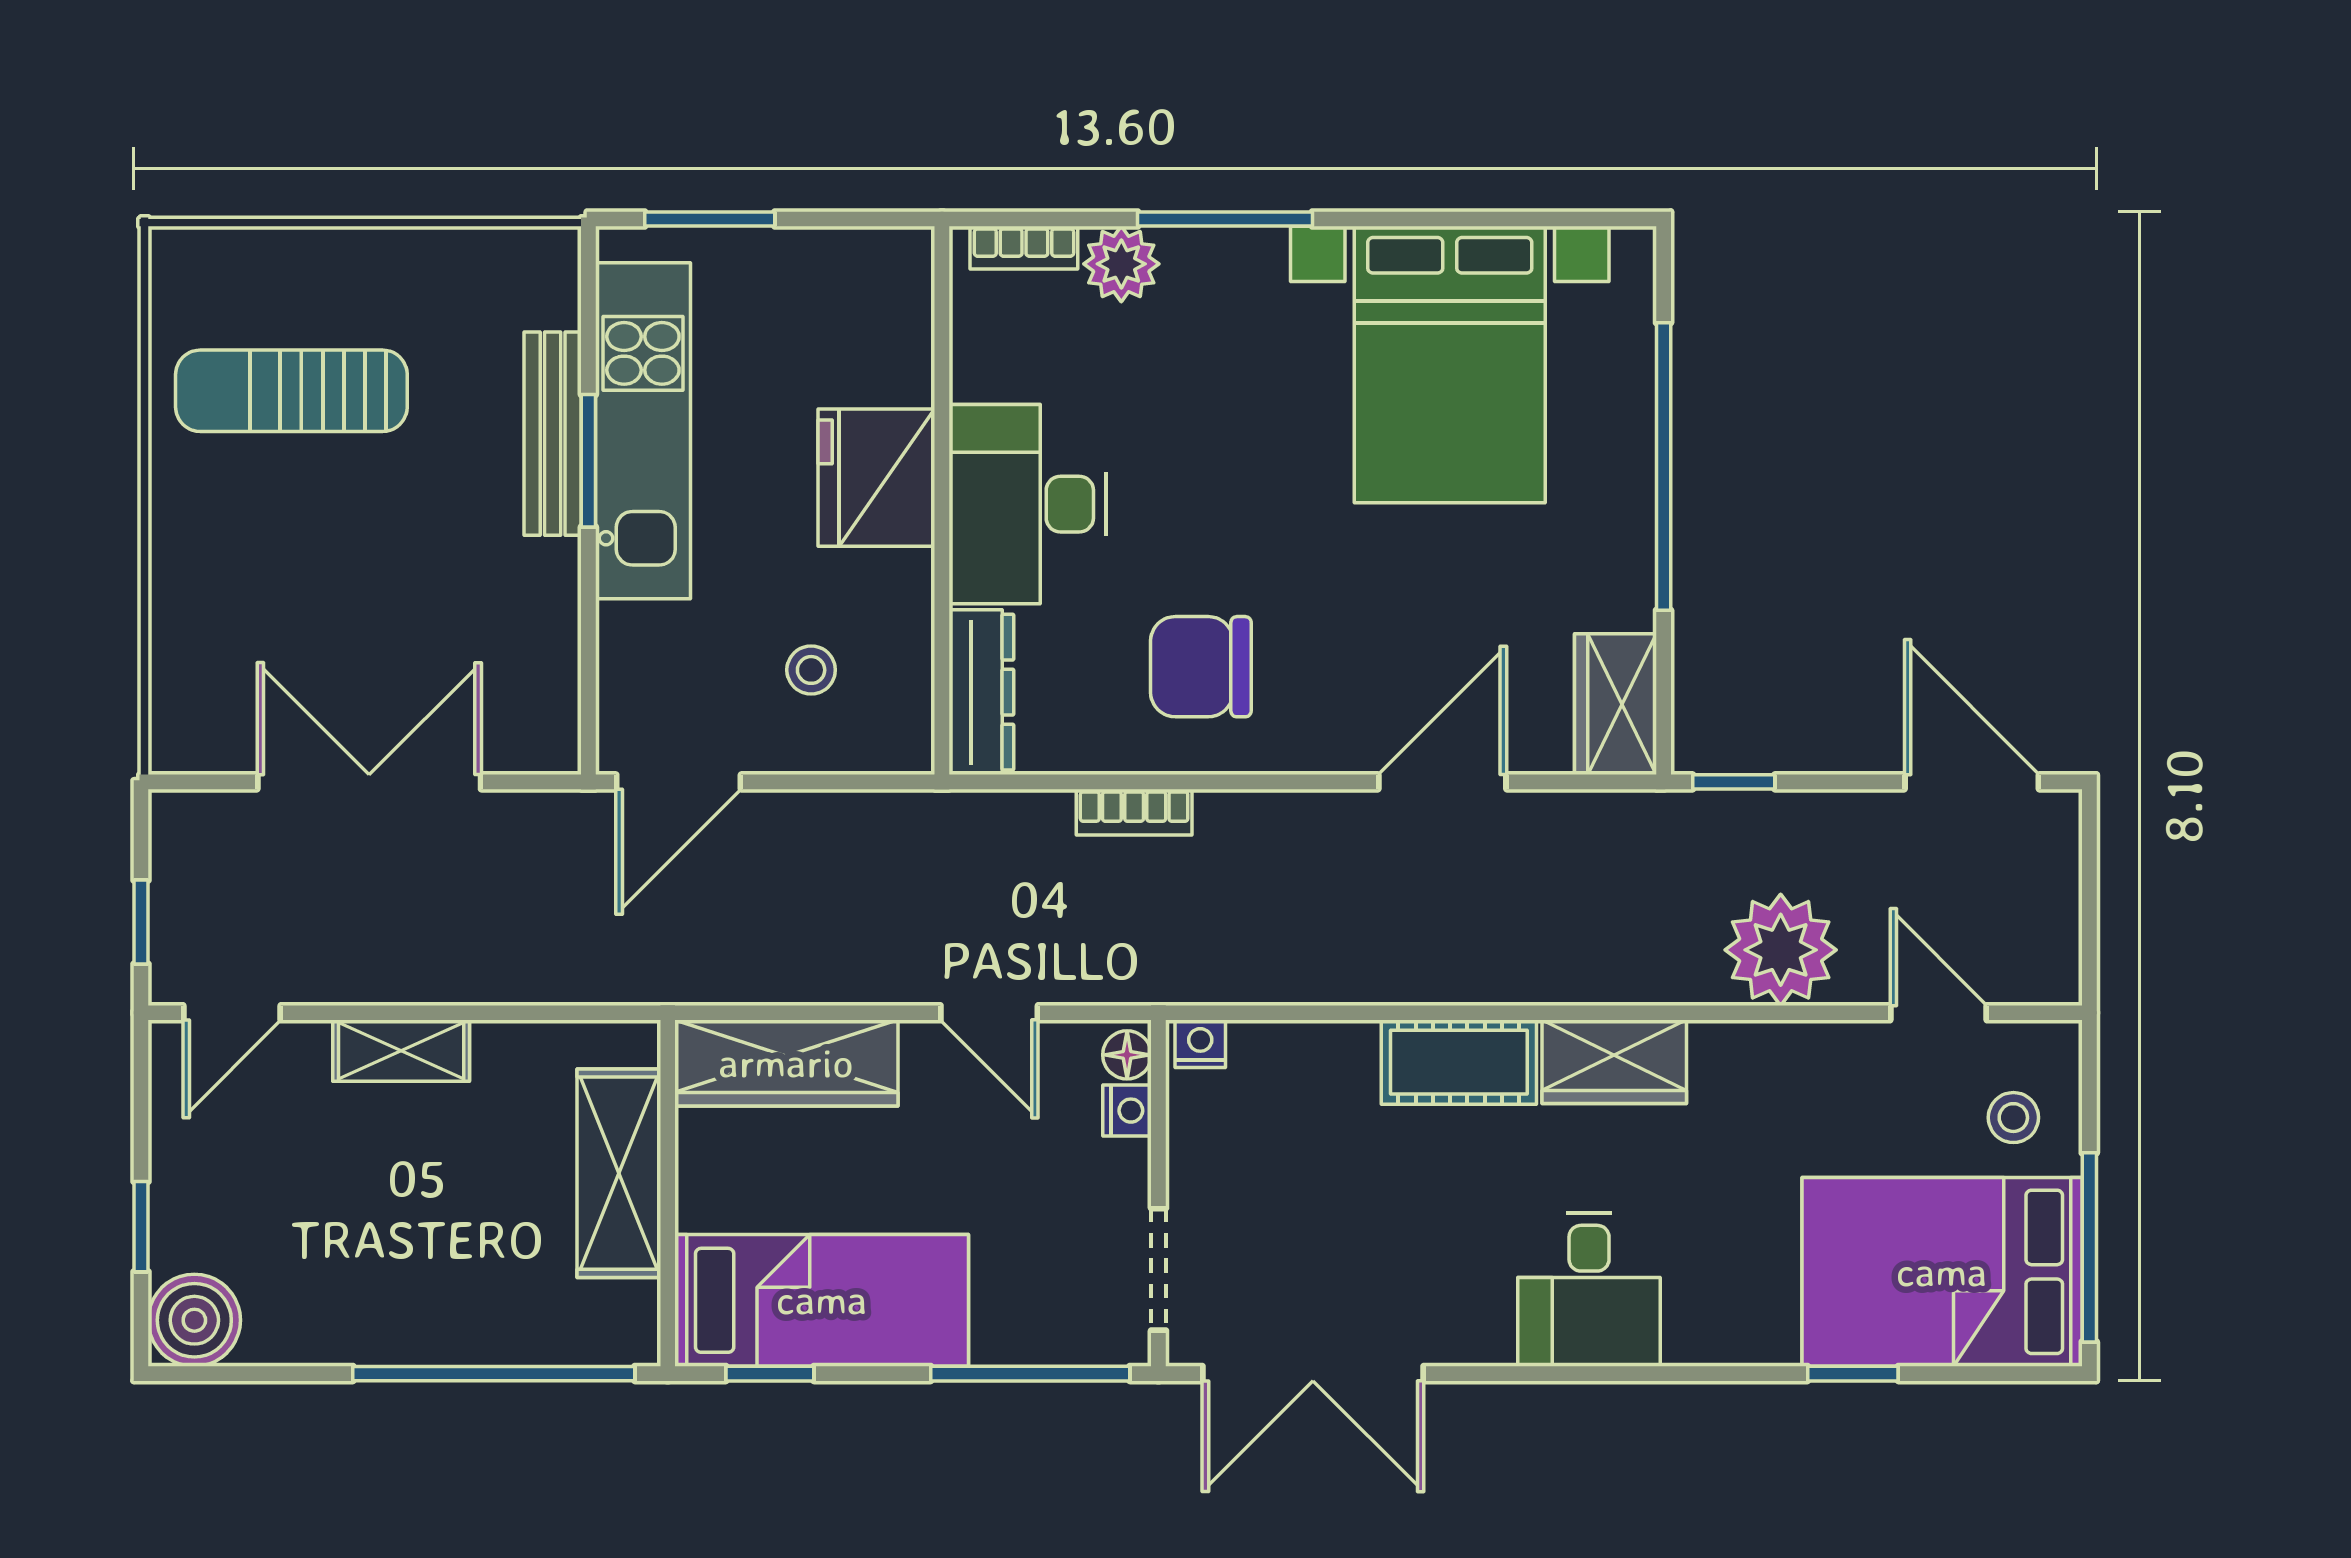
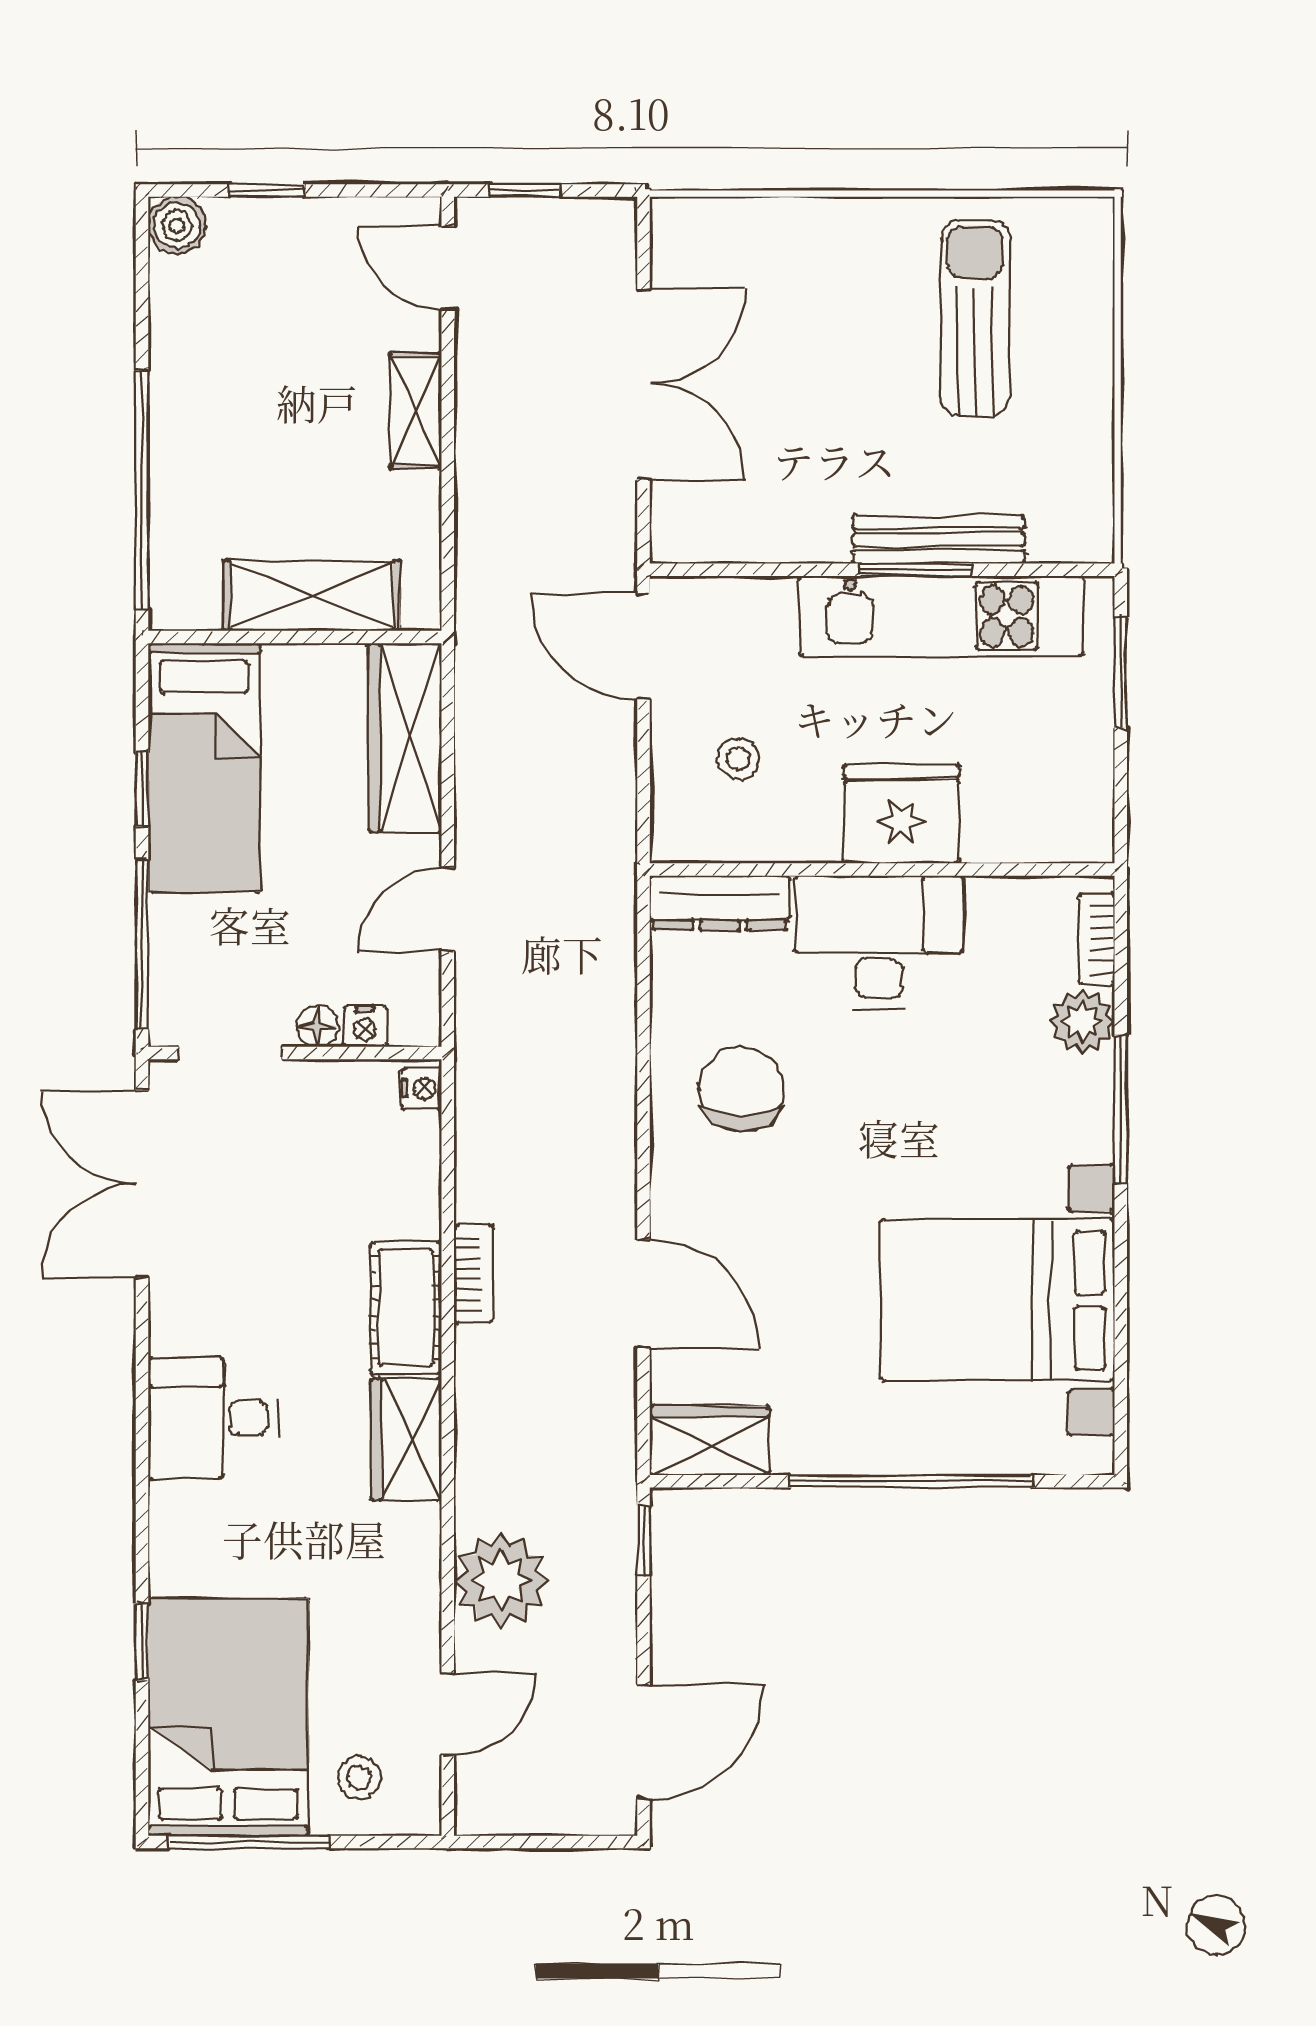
bookcase: (1134, 812) -> (474, 1274), moved, turned 180
floor lamp: (1127, 1055) -> (318, 1026), moved
boiler: (194, 1320) -> (177, 225), width x0.73, depth x0.73
window: (770, 1374) -> (142, 790), moved

